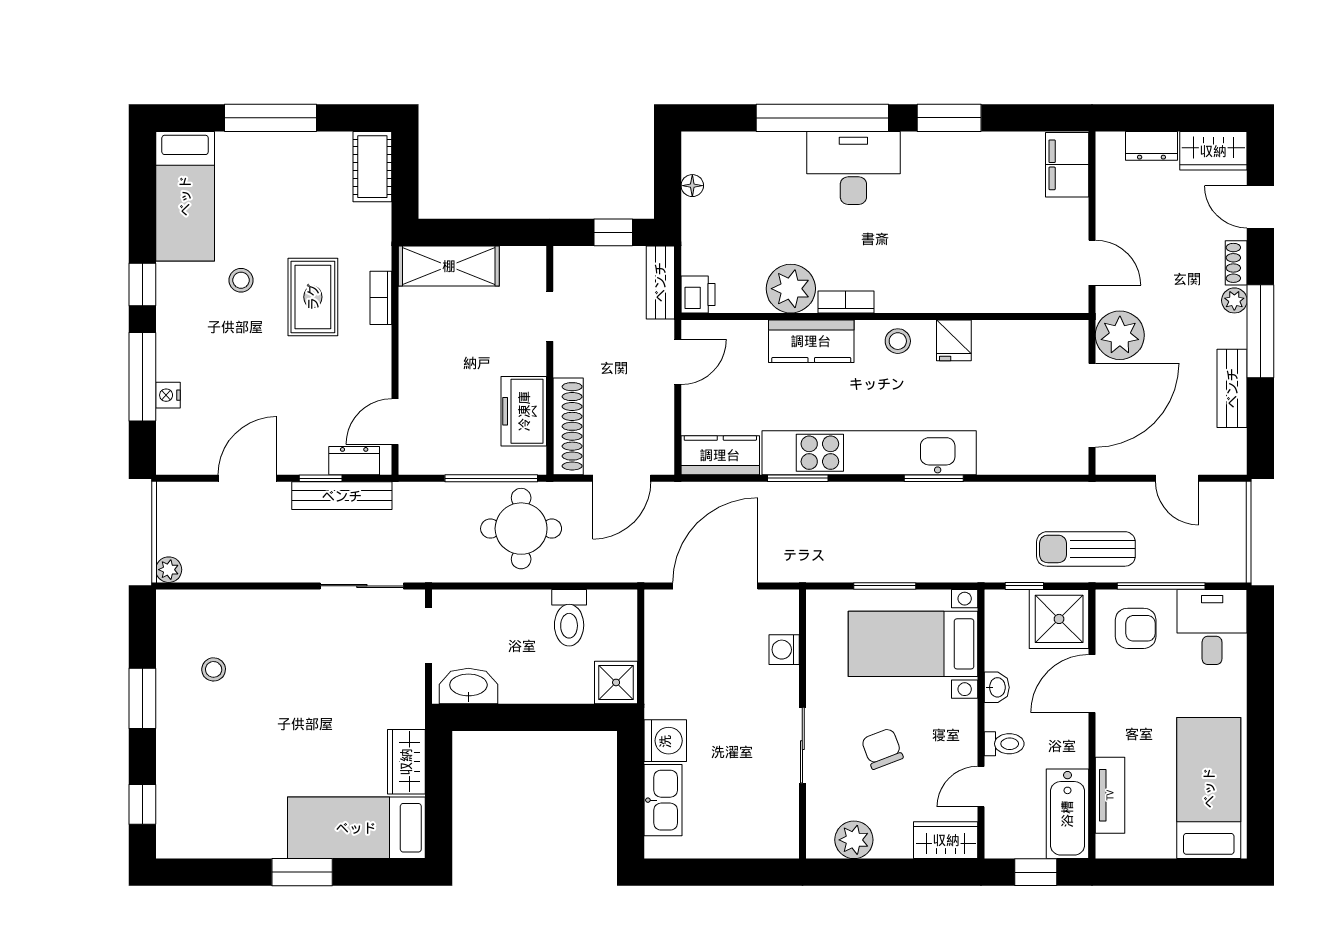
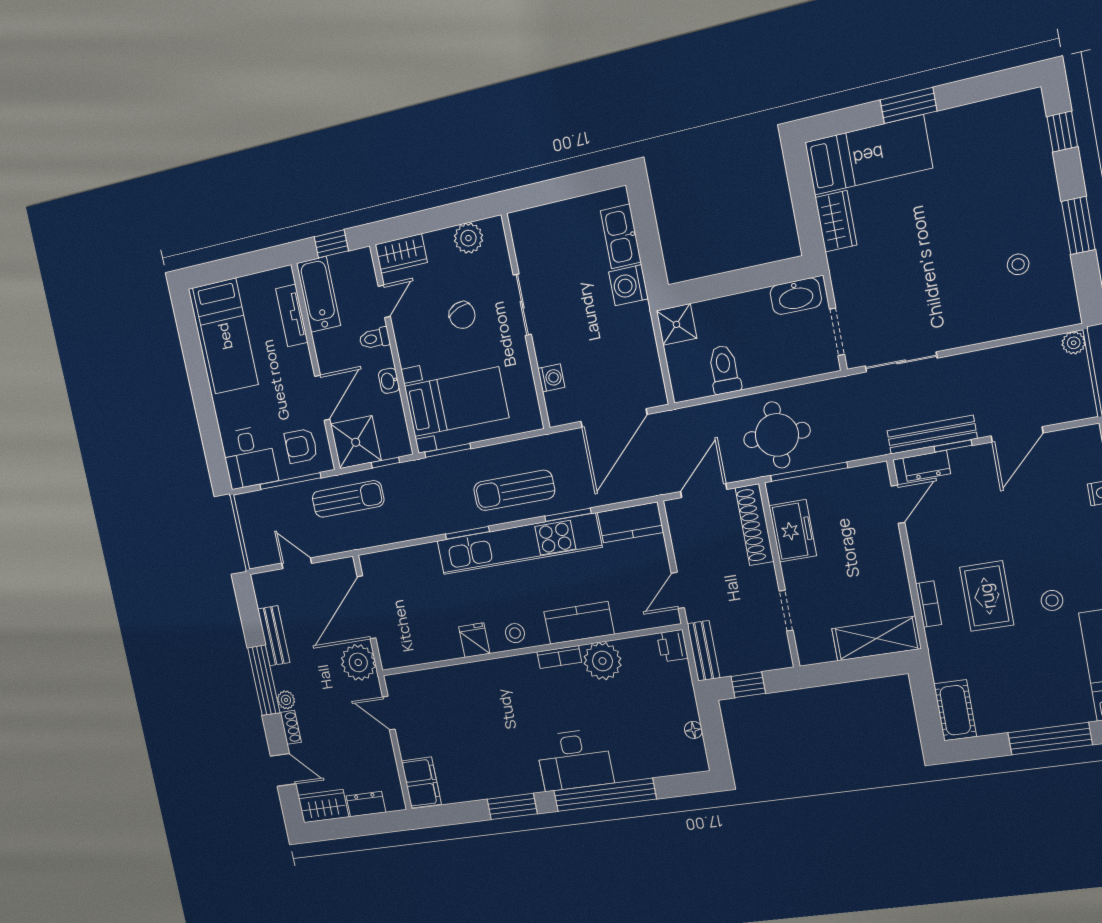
sun lounger: (861, 521) -> (514, 490), added
window: (885, 586) -> (448, 450), moved

